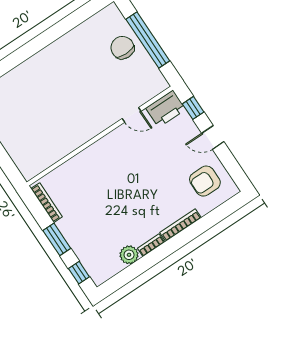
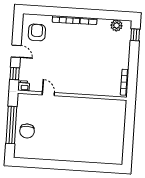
printer: (166, 109) -> (24, 86), width x0.53, depth x0.68
armchair: (205, 181) -> (37, 32), turned -90
window: (57, 239) -> (134, 60), removed
plant: (129, 255) -> (117, 25), moved

